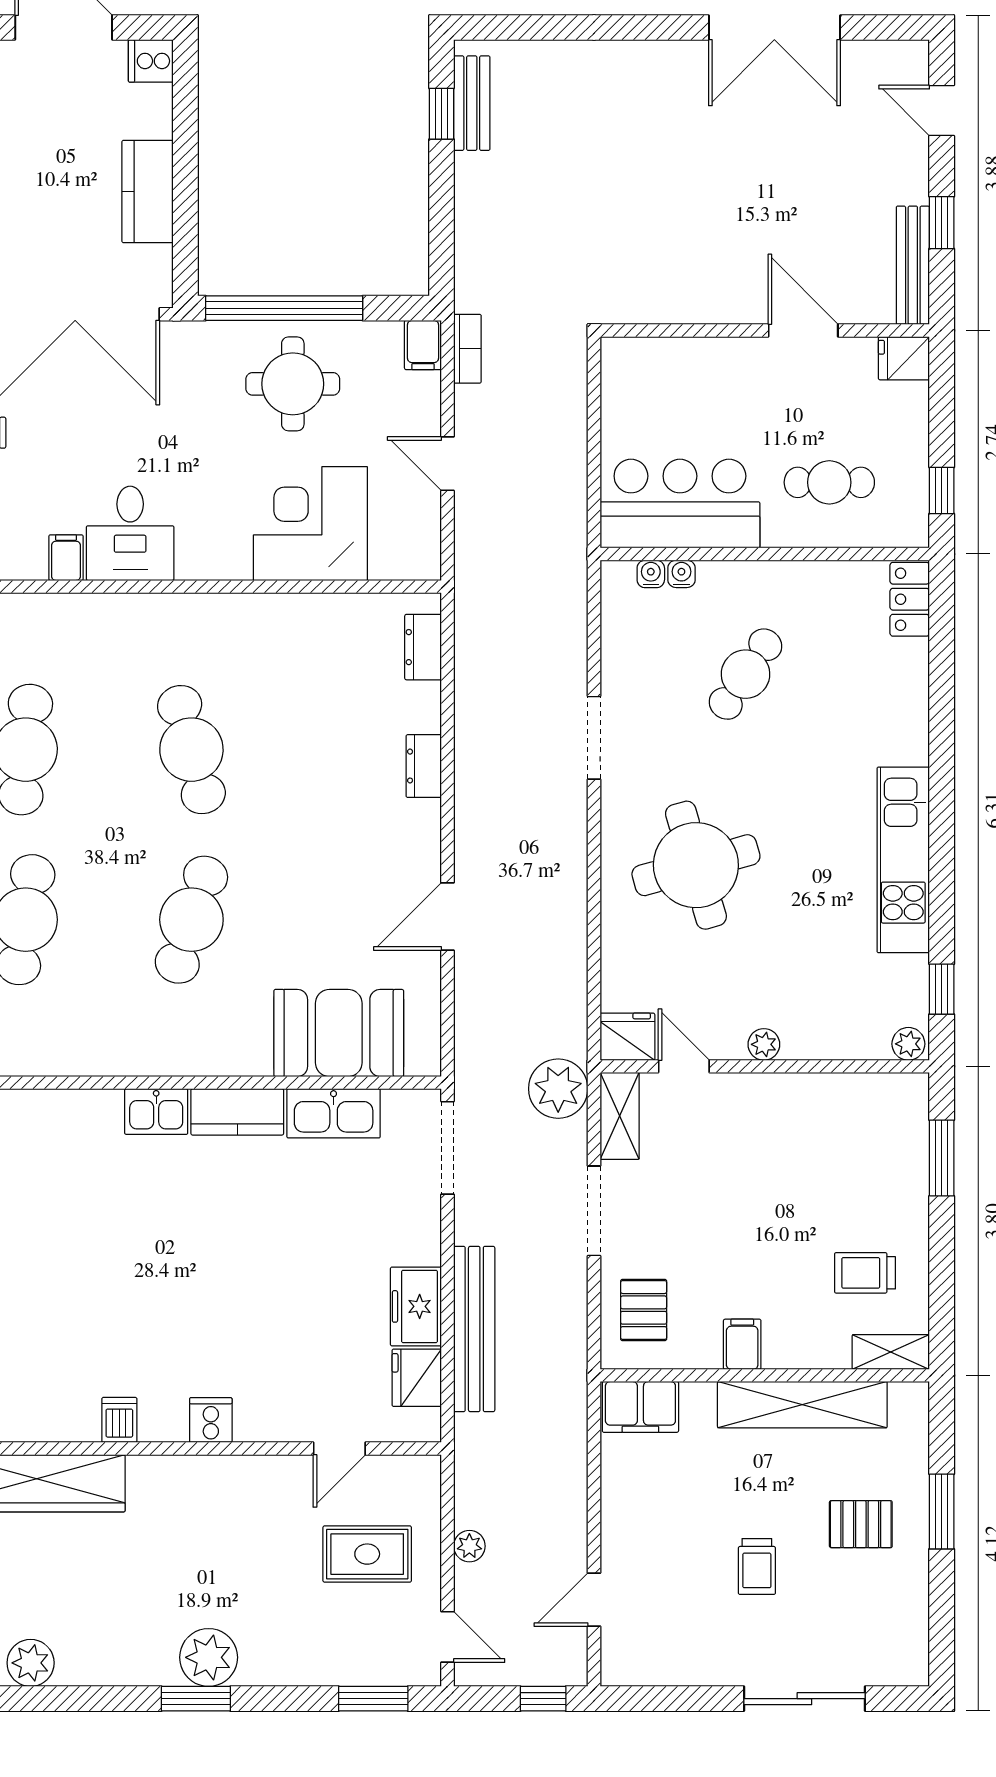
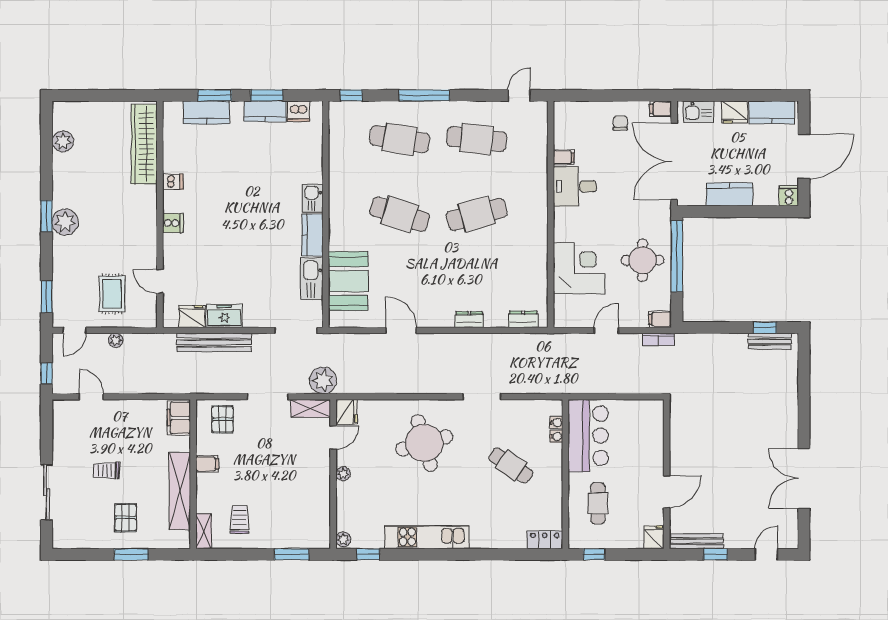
pallet: (644, 1310) -> (223, 419), turned 90

